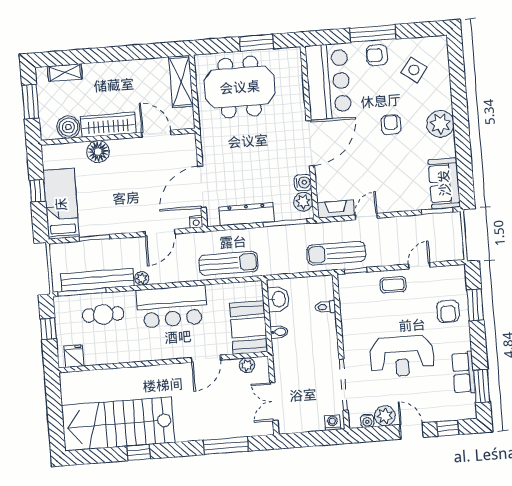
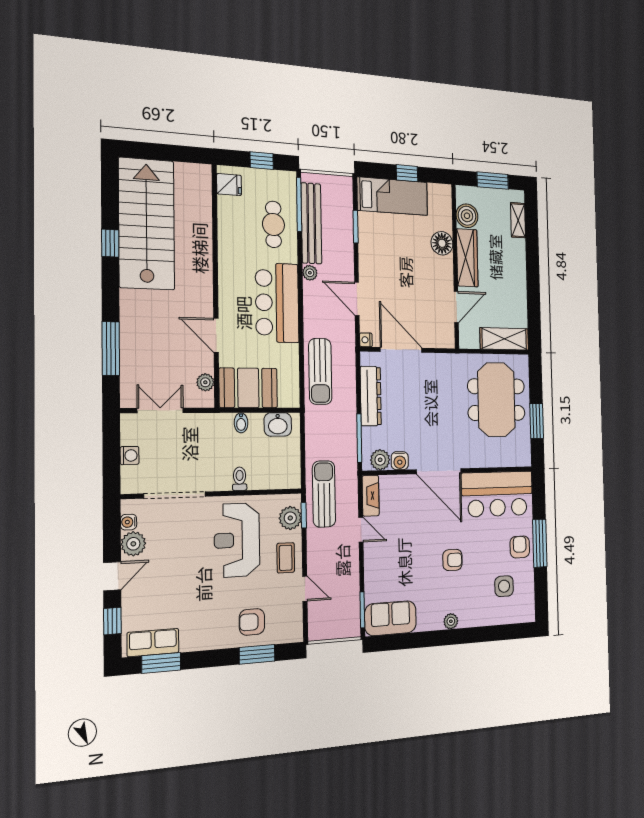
side table: (414, 70) -> (504, 586), turned -38
plant: (440, 124) -> (451, 621), width x0.53, depth x0.53
plant: (359, 283) -> (290, 518), added
toilet: (325, 307) -> (240, 479), moved
reception desk: (402, 356) -> (237, 540), moved
row of seats: (463, 373) -> (153, 643), moved
washing machine: (333, 423) -> (130, 455), moved

